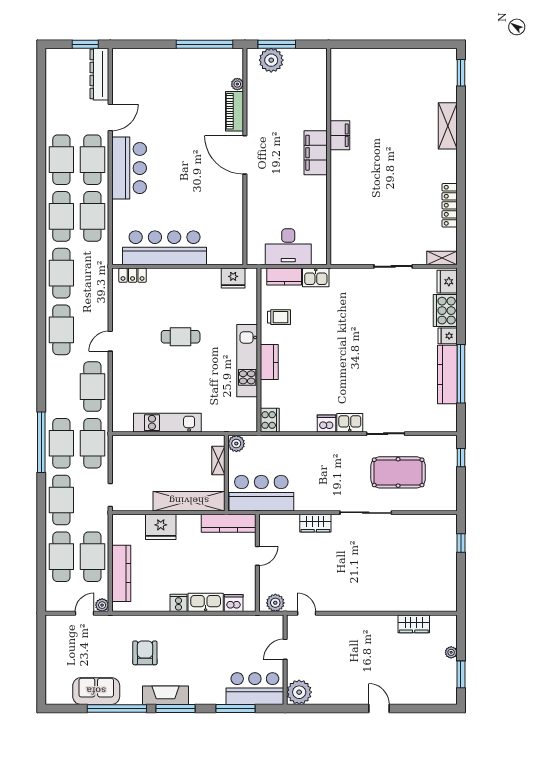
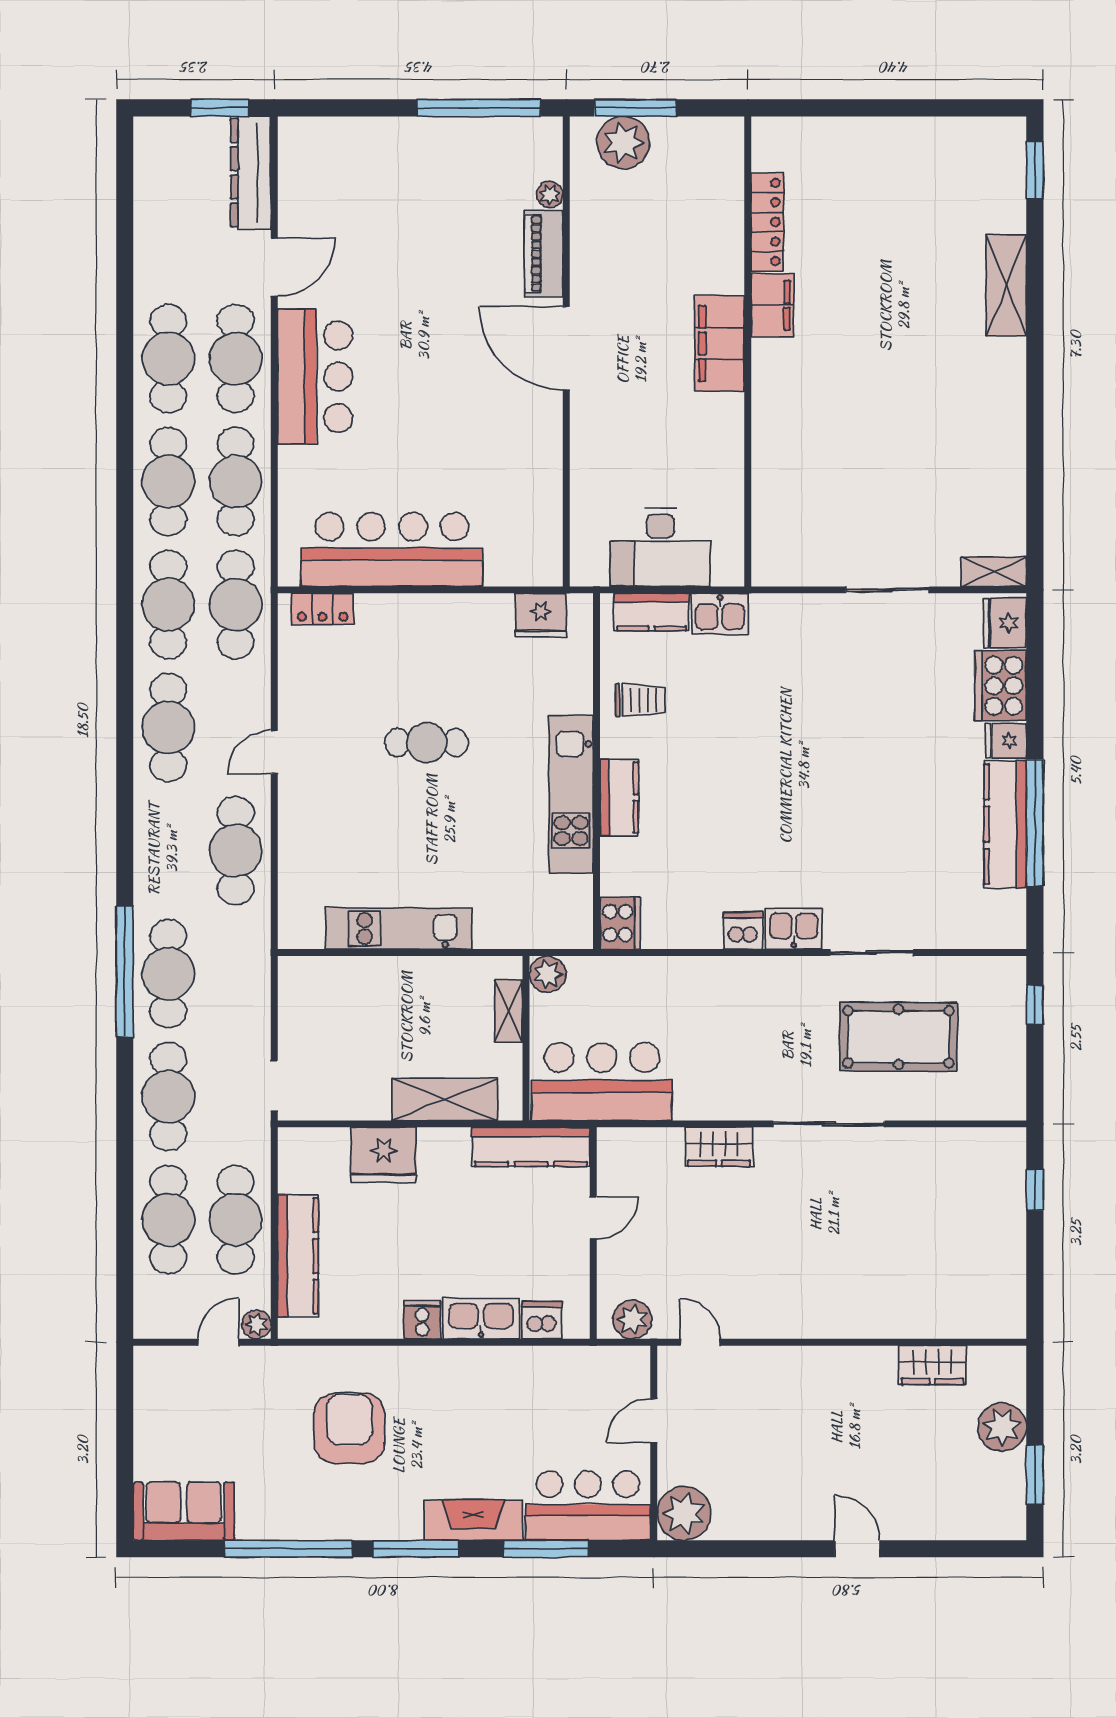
locker: (450, 205) -> (767, 222), moved, turned 180
cafe table: (92, 443) -> (236, 605), moved
shelving: (189, 501) -> (445, 1099), width x0.68
plant: (451, 652) -> (1002, 1427), width x1.88, depth x1.88
armchair: (145, 653) -> (349, 1428), width x1.36, depth x1.36
sofa: (96, 691) -> (184, 1511), moved
fireplace: (165, 695) -> (473, 1520), moved

